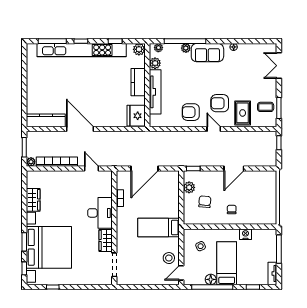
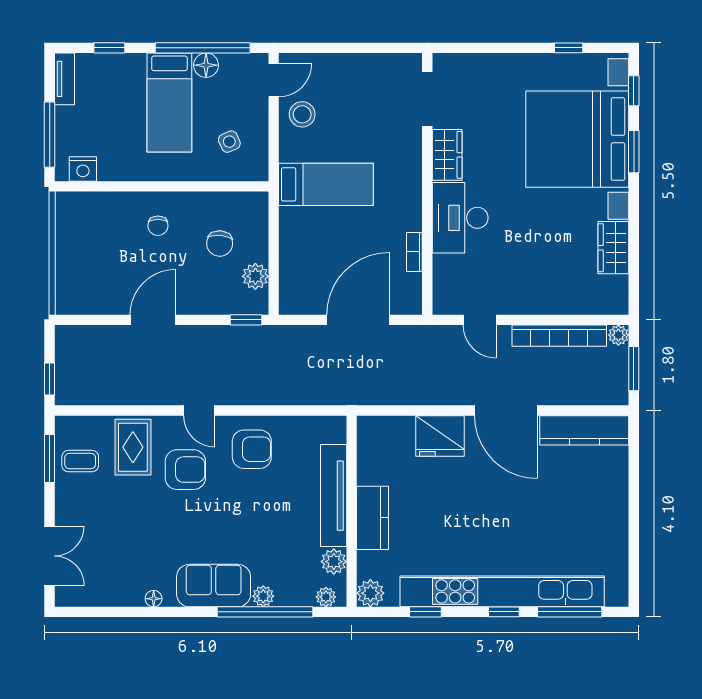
fridge: (136, 116) -> (440, 436), moved, turned 90
nightstand: (245, 234) -> (83, 169), moved

